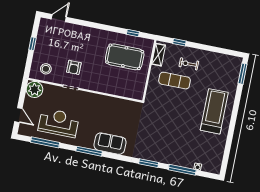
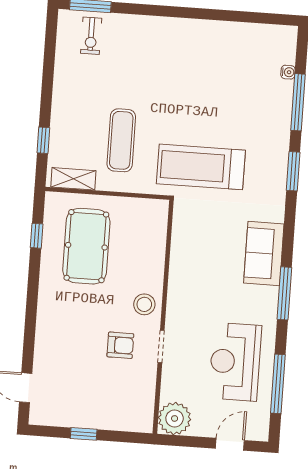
exercise bike: (189, 64) -> (91, 36), moved
stool: (46, 69) -> (144, 304), moved
treadmill: (214, 111) -> (201, 167), moved

